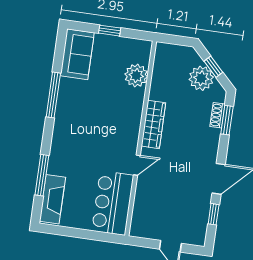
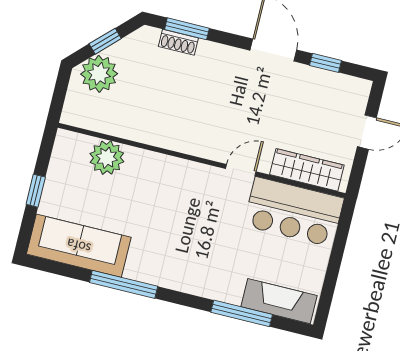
sofa: (77, 54) -> (79, 246), width x1.36
plant: (201, 78) -> (99, 74), moved
wardrobe: (153, 124) -> (307, 170), moved
door: (137, 165) -> (241, 170), hinge flipped

